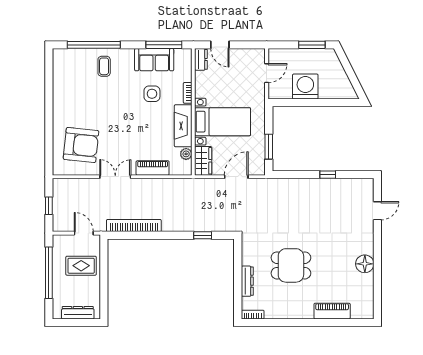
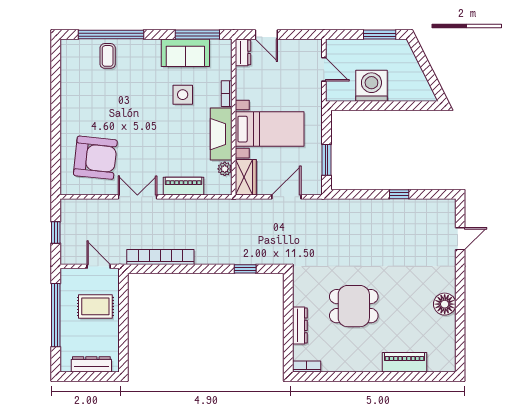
coffee table: (104, 66) -> (108, 56), moved
door: (267, 73) -> (324, 69), hinge flipped

